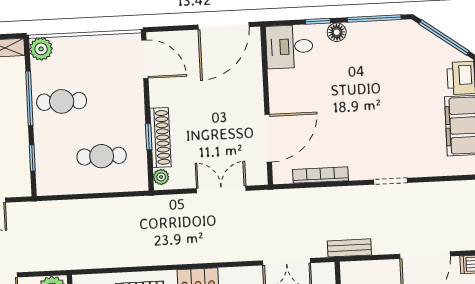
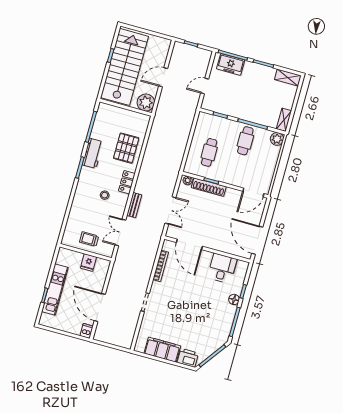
desk: (289, 47) -> (222, 268), moved
bench: (349, 248) -> (134, 205), moved

